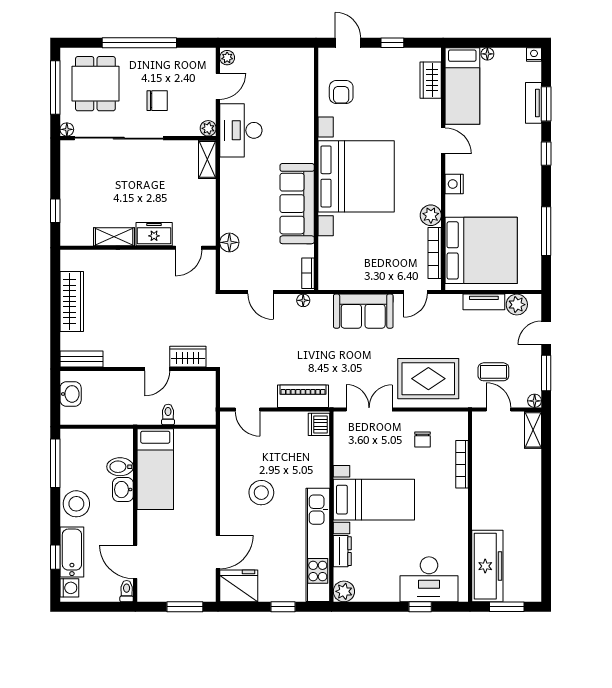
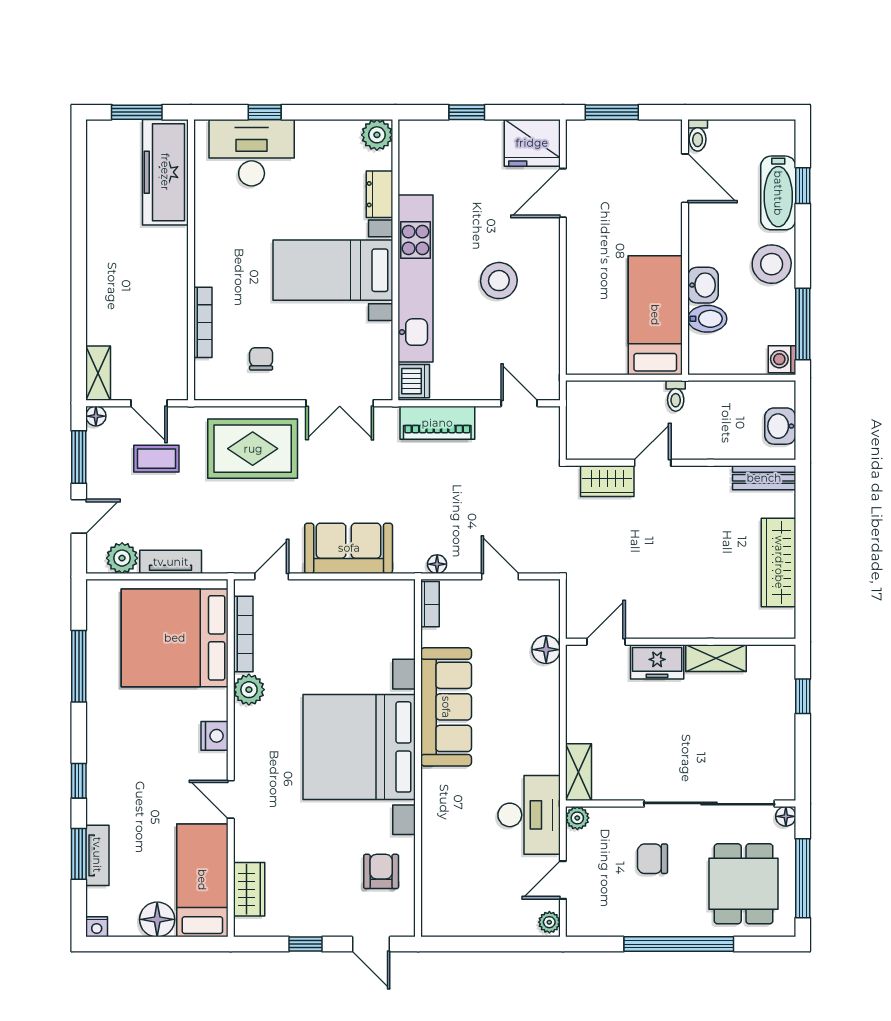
floor lamp: (487, 54) -> (157, 919), width x1.89, depth x1.89
toilet: (168, 414) -> (676, 396), moved
kitchen unit: (318, 545) -> (415, 279), moved
washing machine: (69, 588) -> (782, 359), moved

